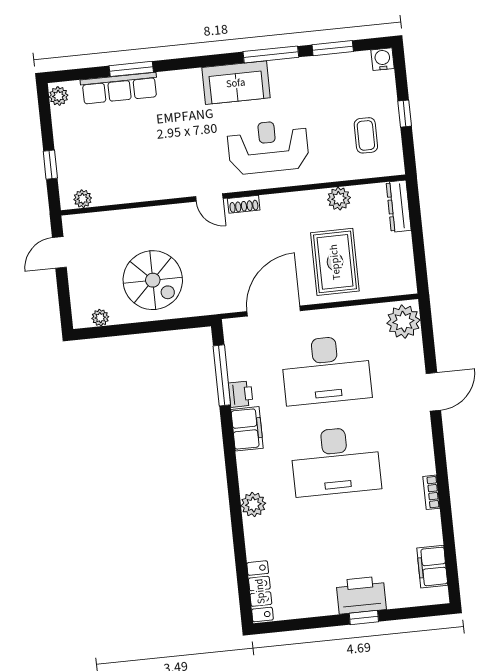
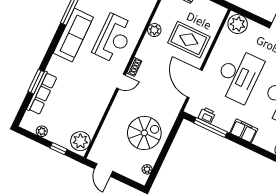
sofa: (236, 83) -> (73, 35), width x1.36
plant: (59, 96) -> (42, 131), moved
reception desk: (268, 147) -> (114, 38), turned 180
plant: (83, 199) -> (80, 141), width x1.88, depth x1.88
plant: (339, 199) -> (154, 30), moved
printer: (241, 394) -> (207, 115), moved

